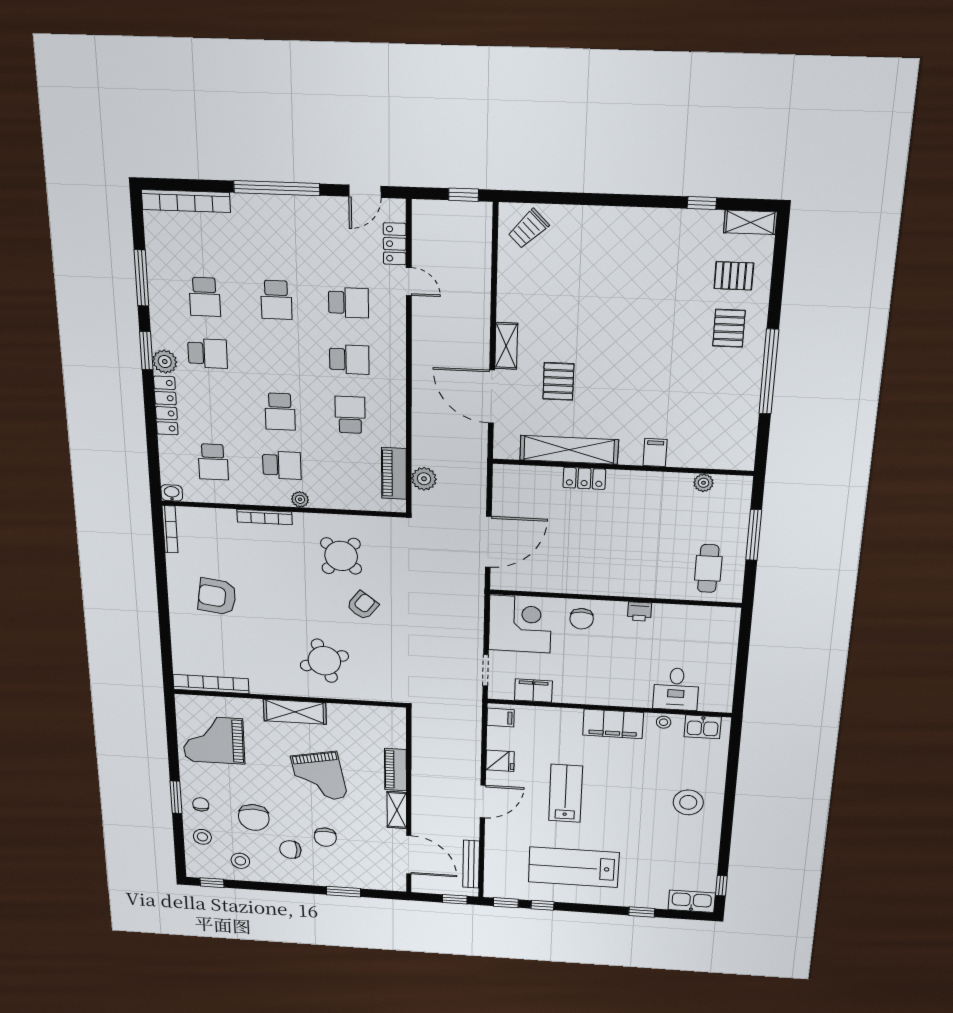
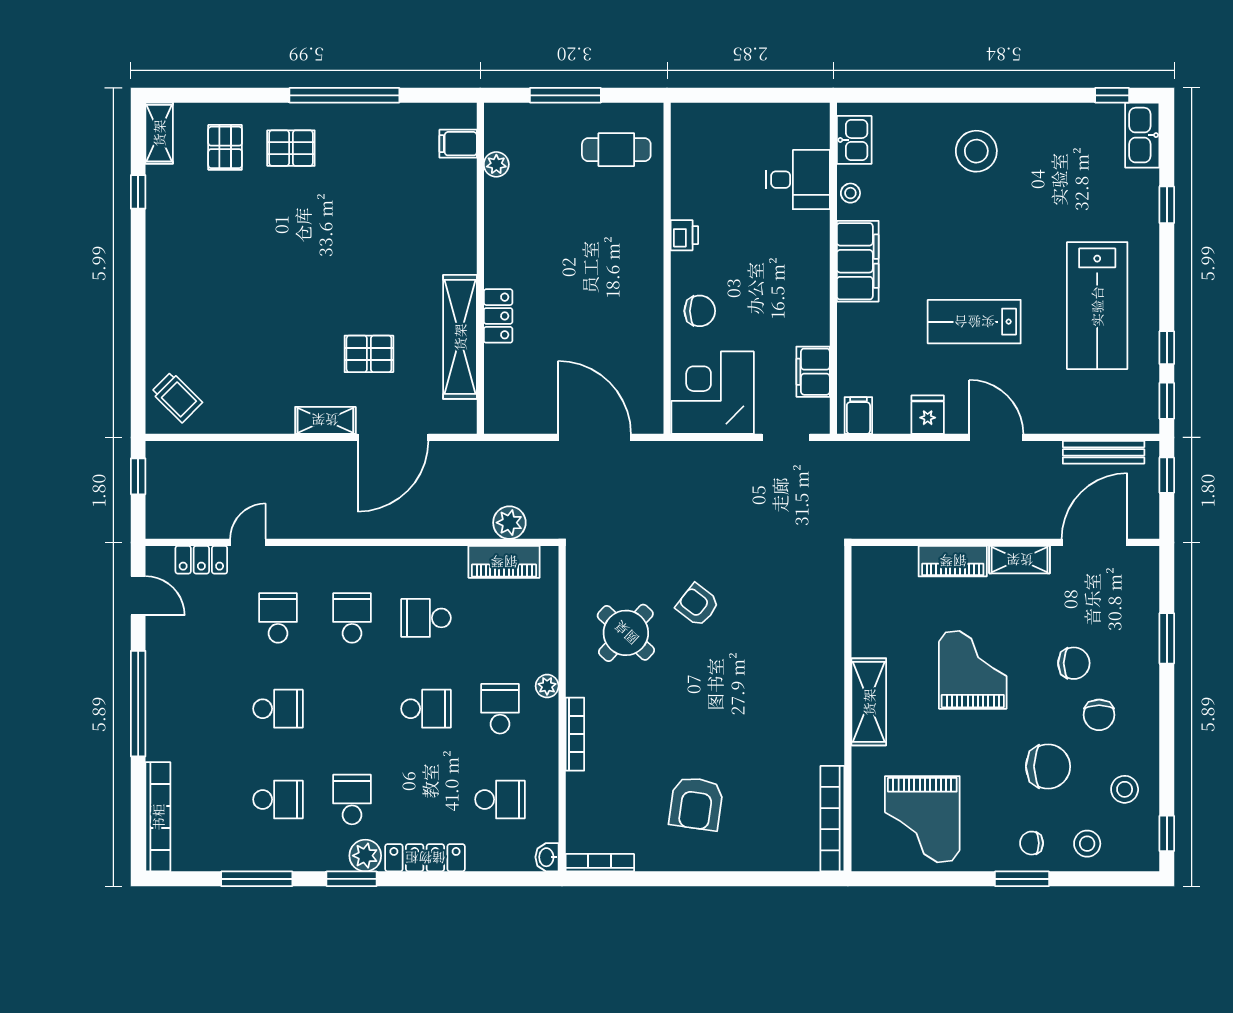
filing cabinet: (655, 453) -> (458, 144), moved
round table: (324, 661) -> (785, 659), removed
grand piano: (319, 777) -> (973, 670), turned -79

